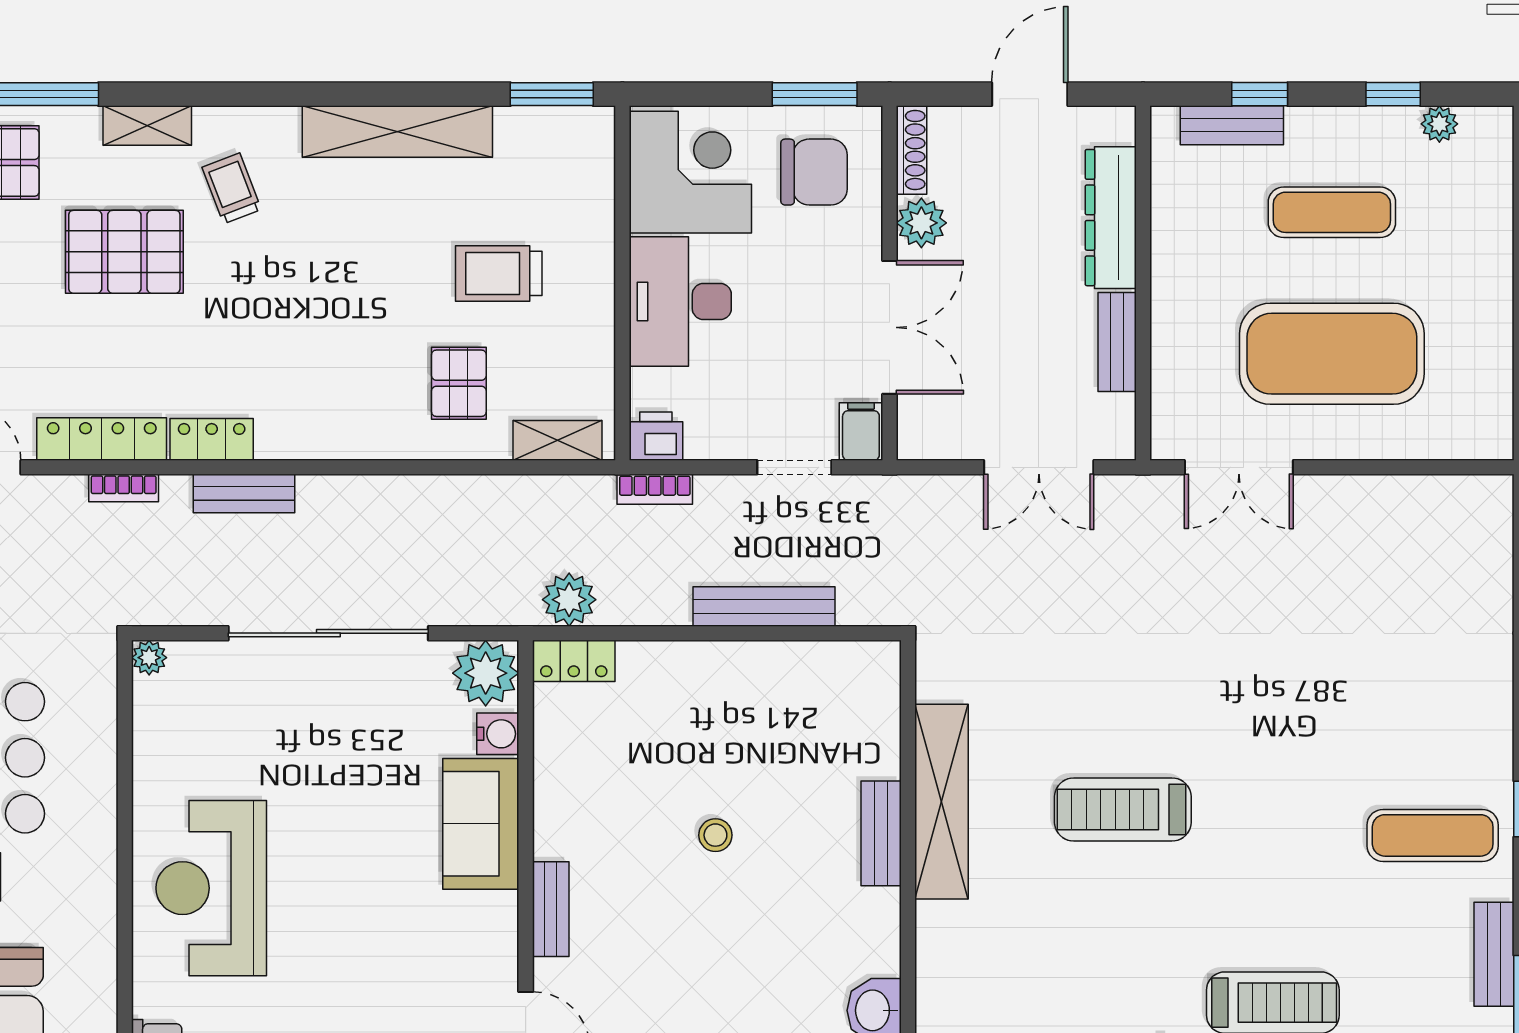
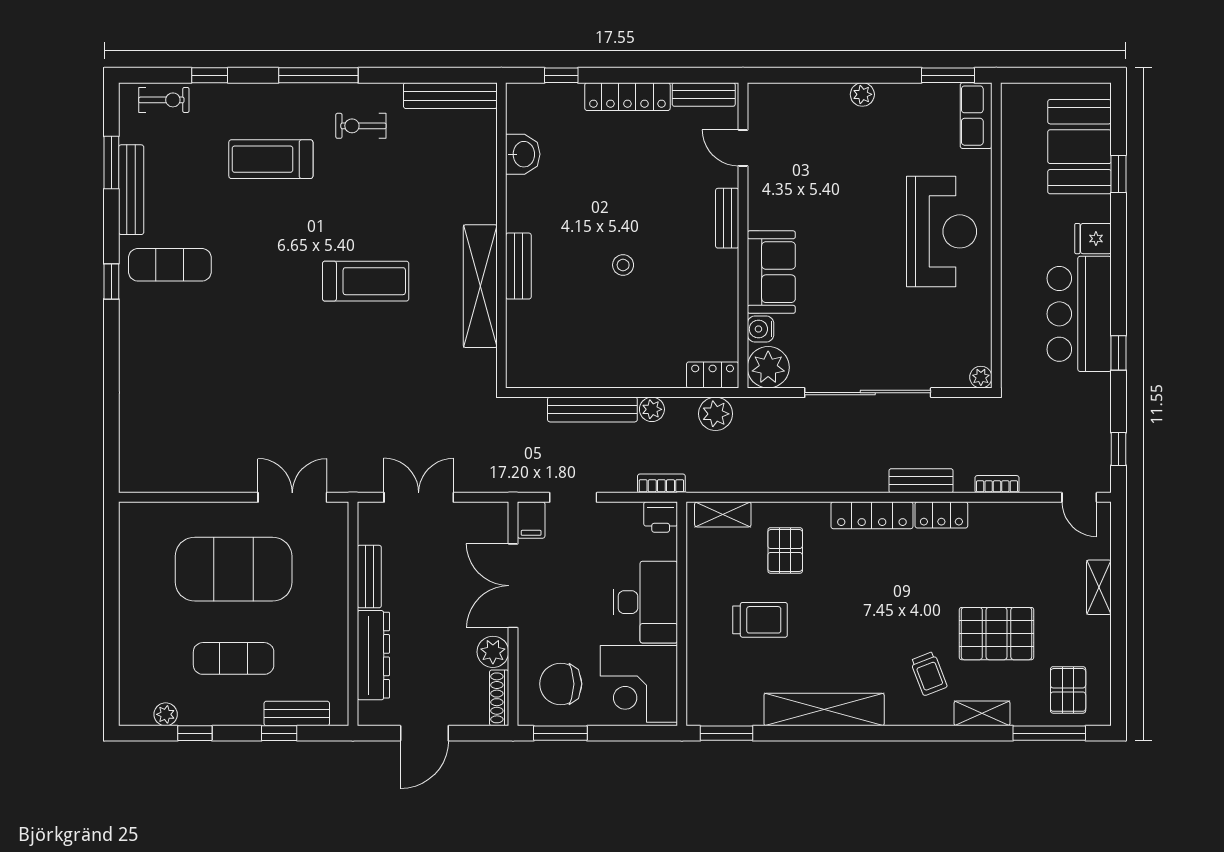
locker: (102, 439) -> (872, 515), moved
plant: (670, 607) -> (652, 409), added
bench: (1494, 954) -> (131, 190), width x1.36

